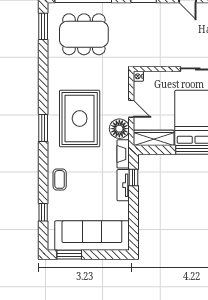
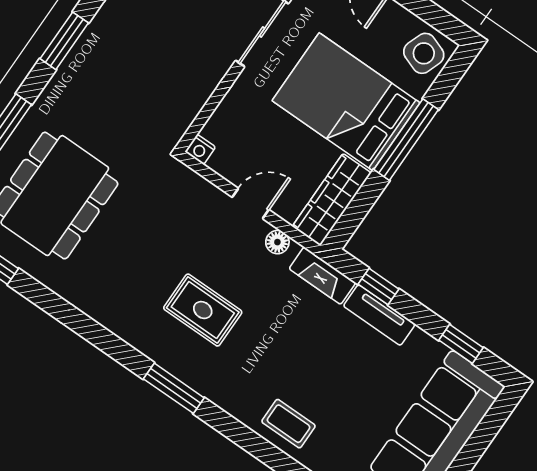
rug: (80, 119) -> (203, 310), width x0.54, depth x0.49
floor lamp: (119, 129) -> (277, 242), width x0.53, depth x0.53
window: (133, 223) -> (461, 344), added

